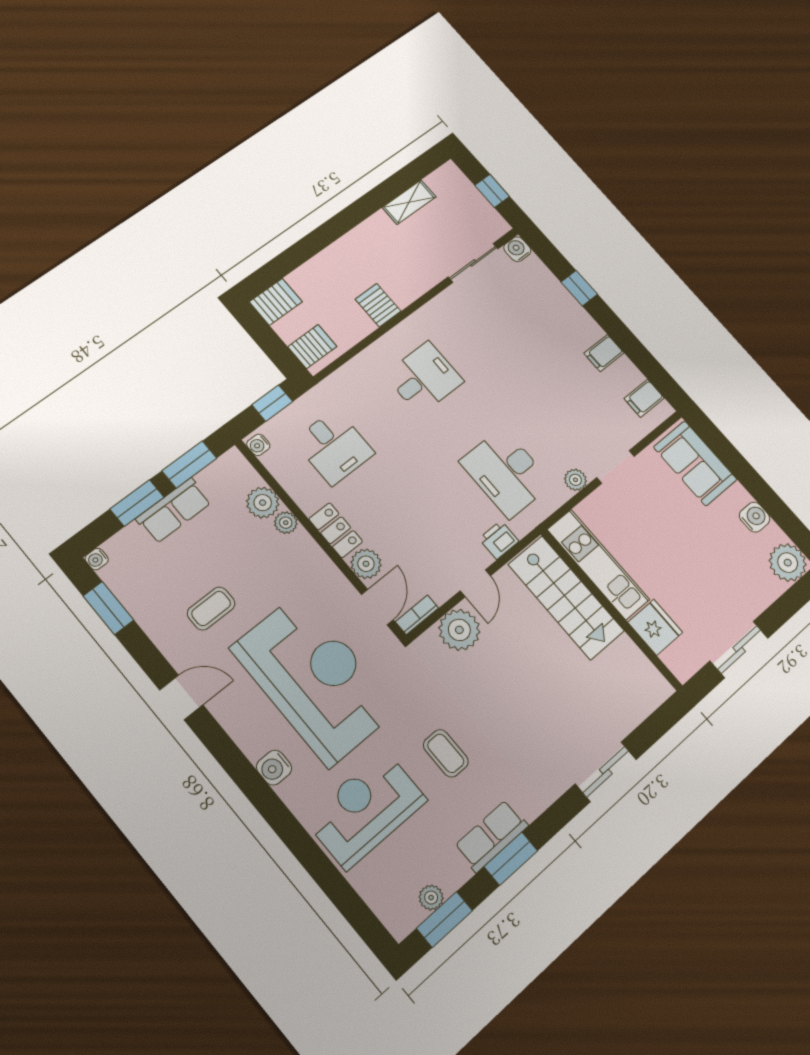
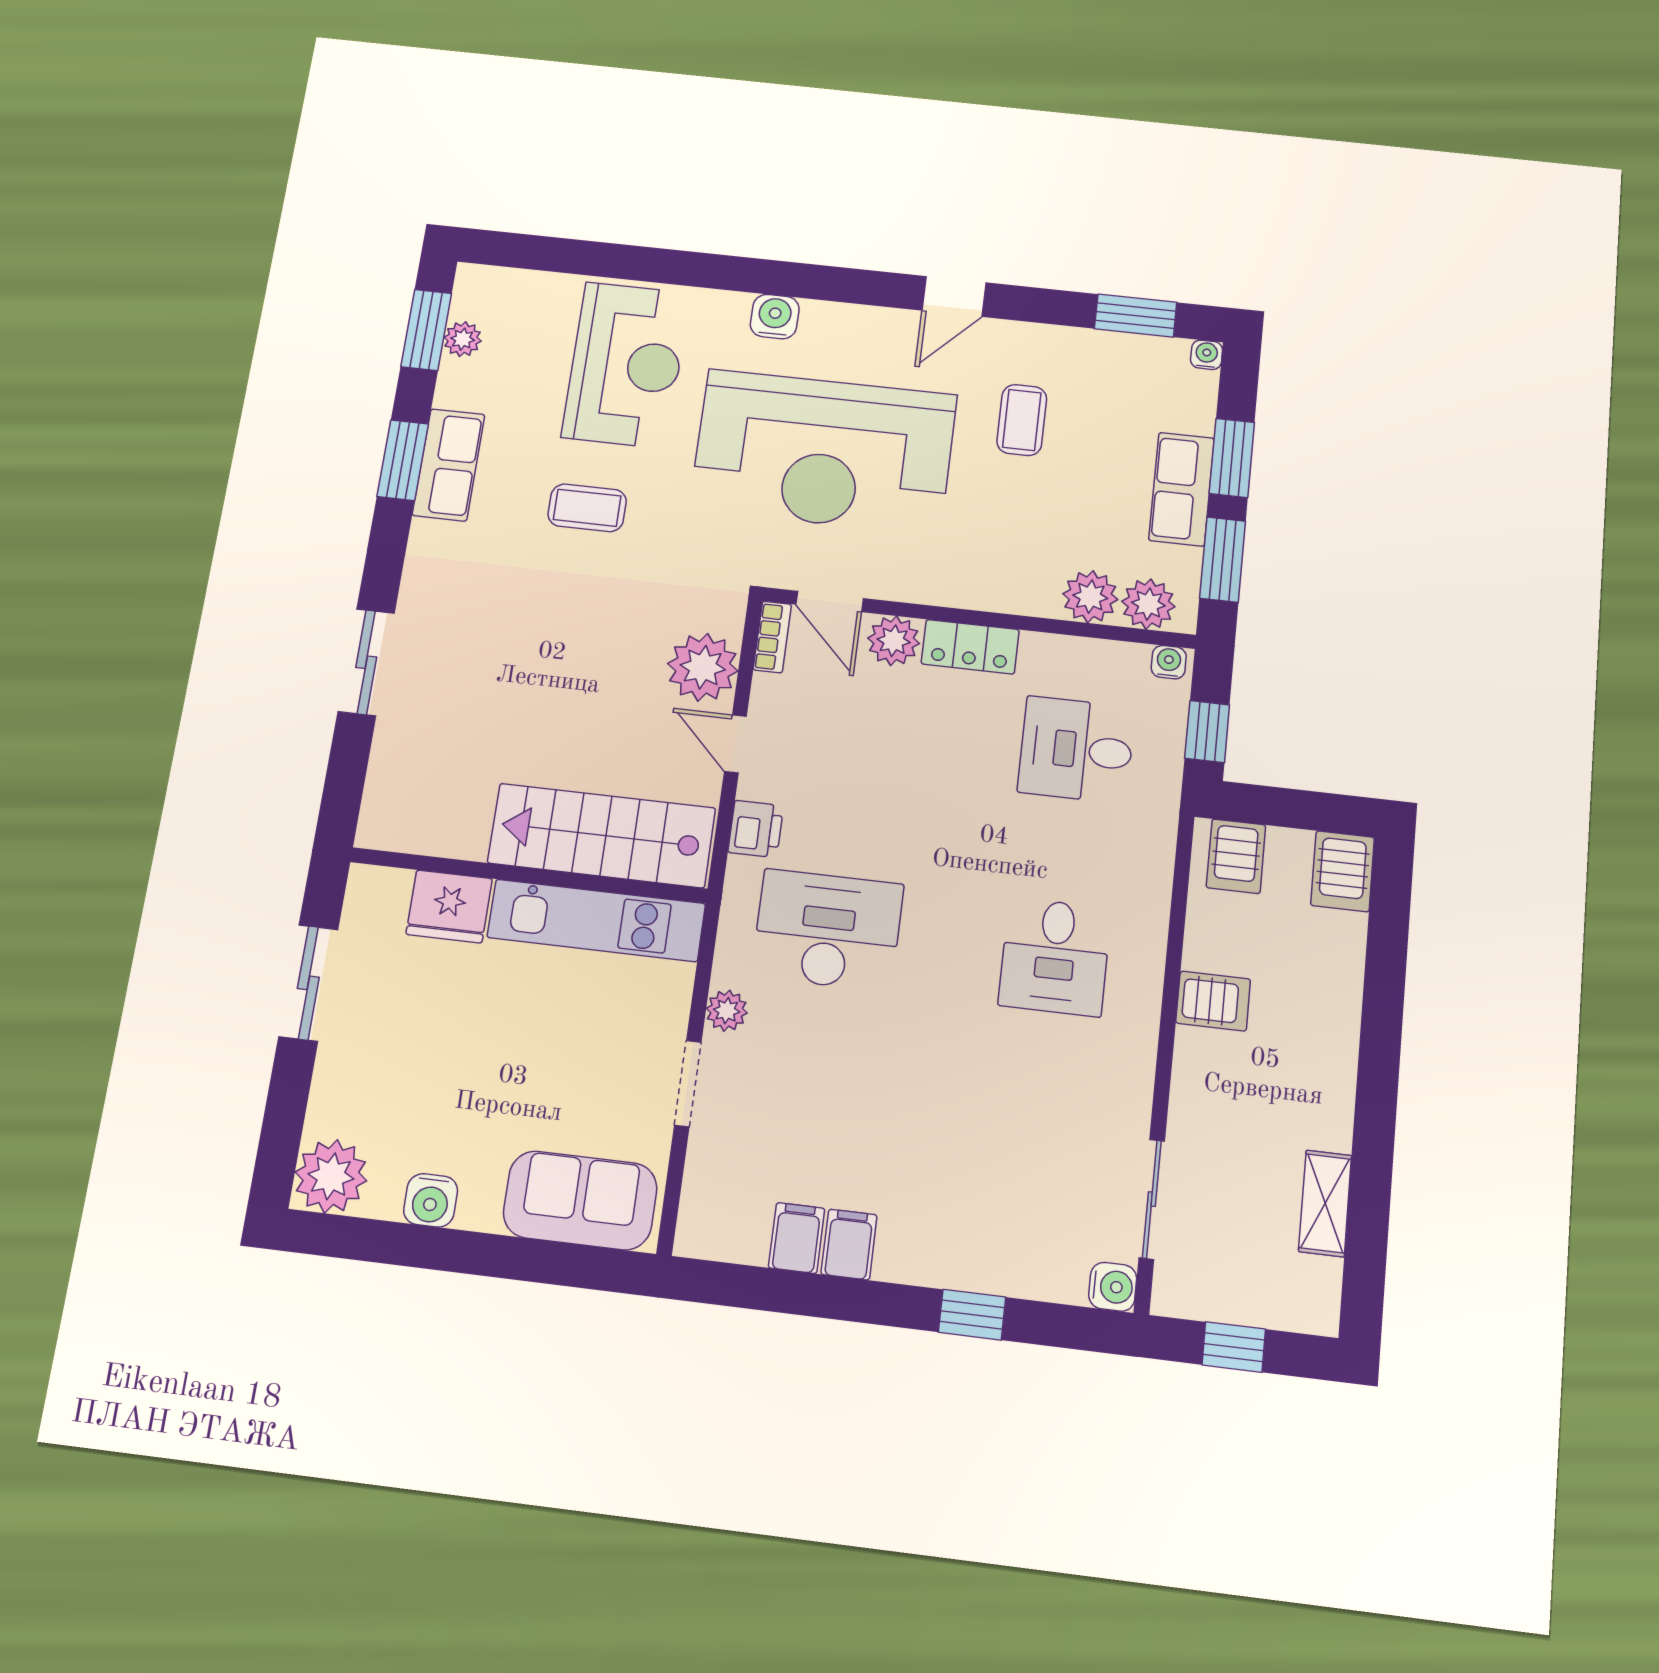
filing cabinet: (644, 398) -> (797, 1238), moved
plant: (286, 523) -> (1148, 604), moved, width x1.38, depth x1.38

